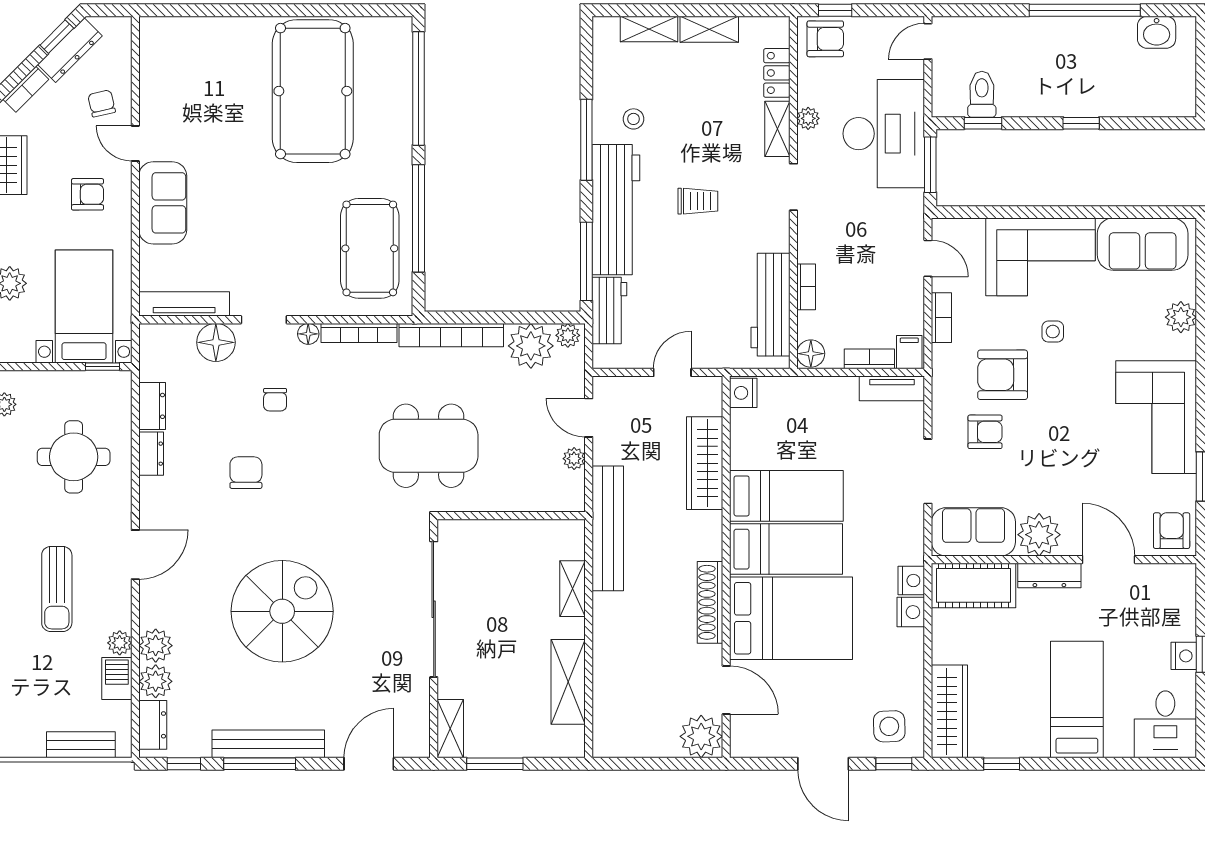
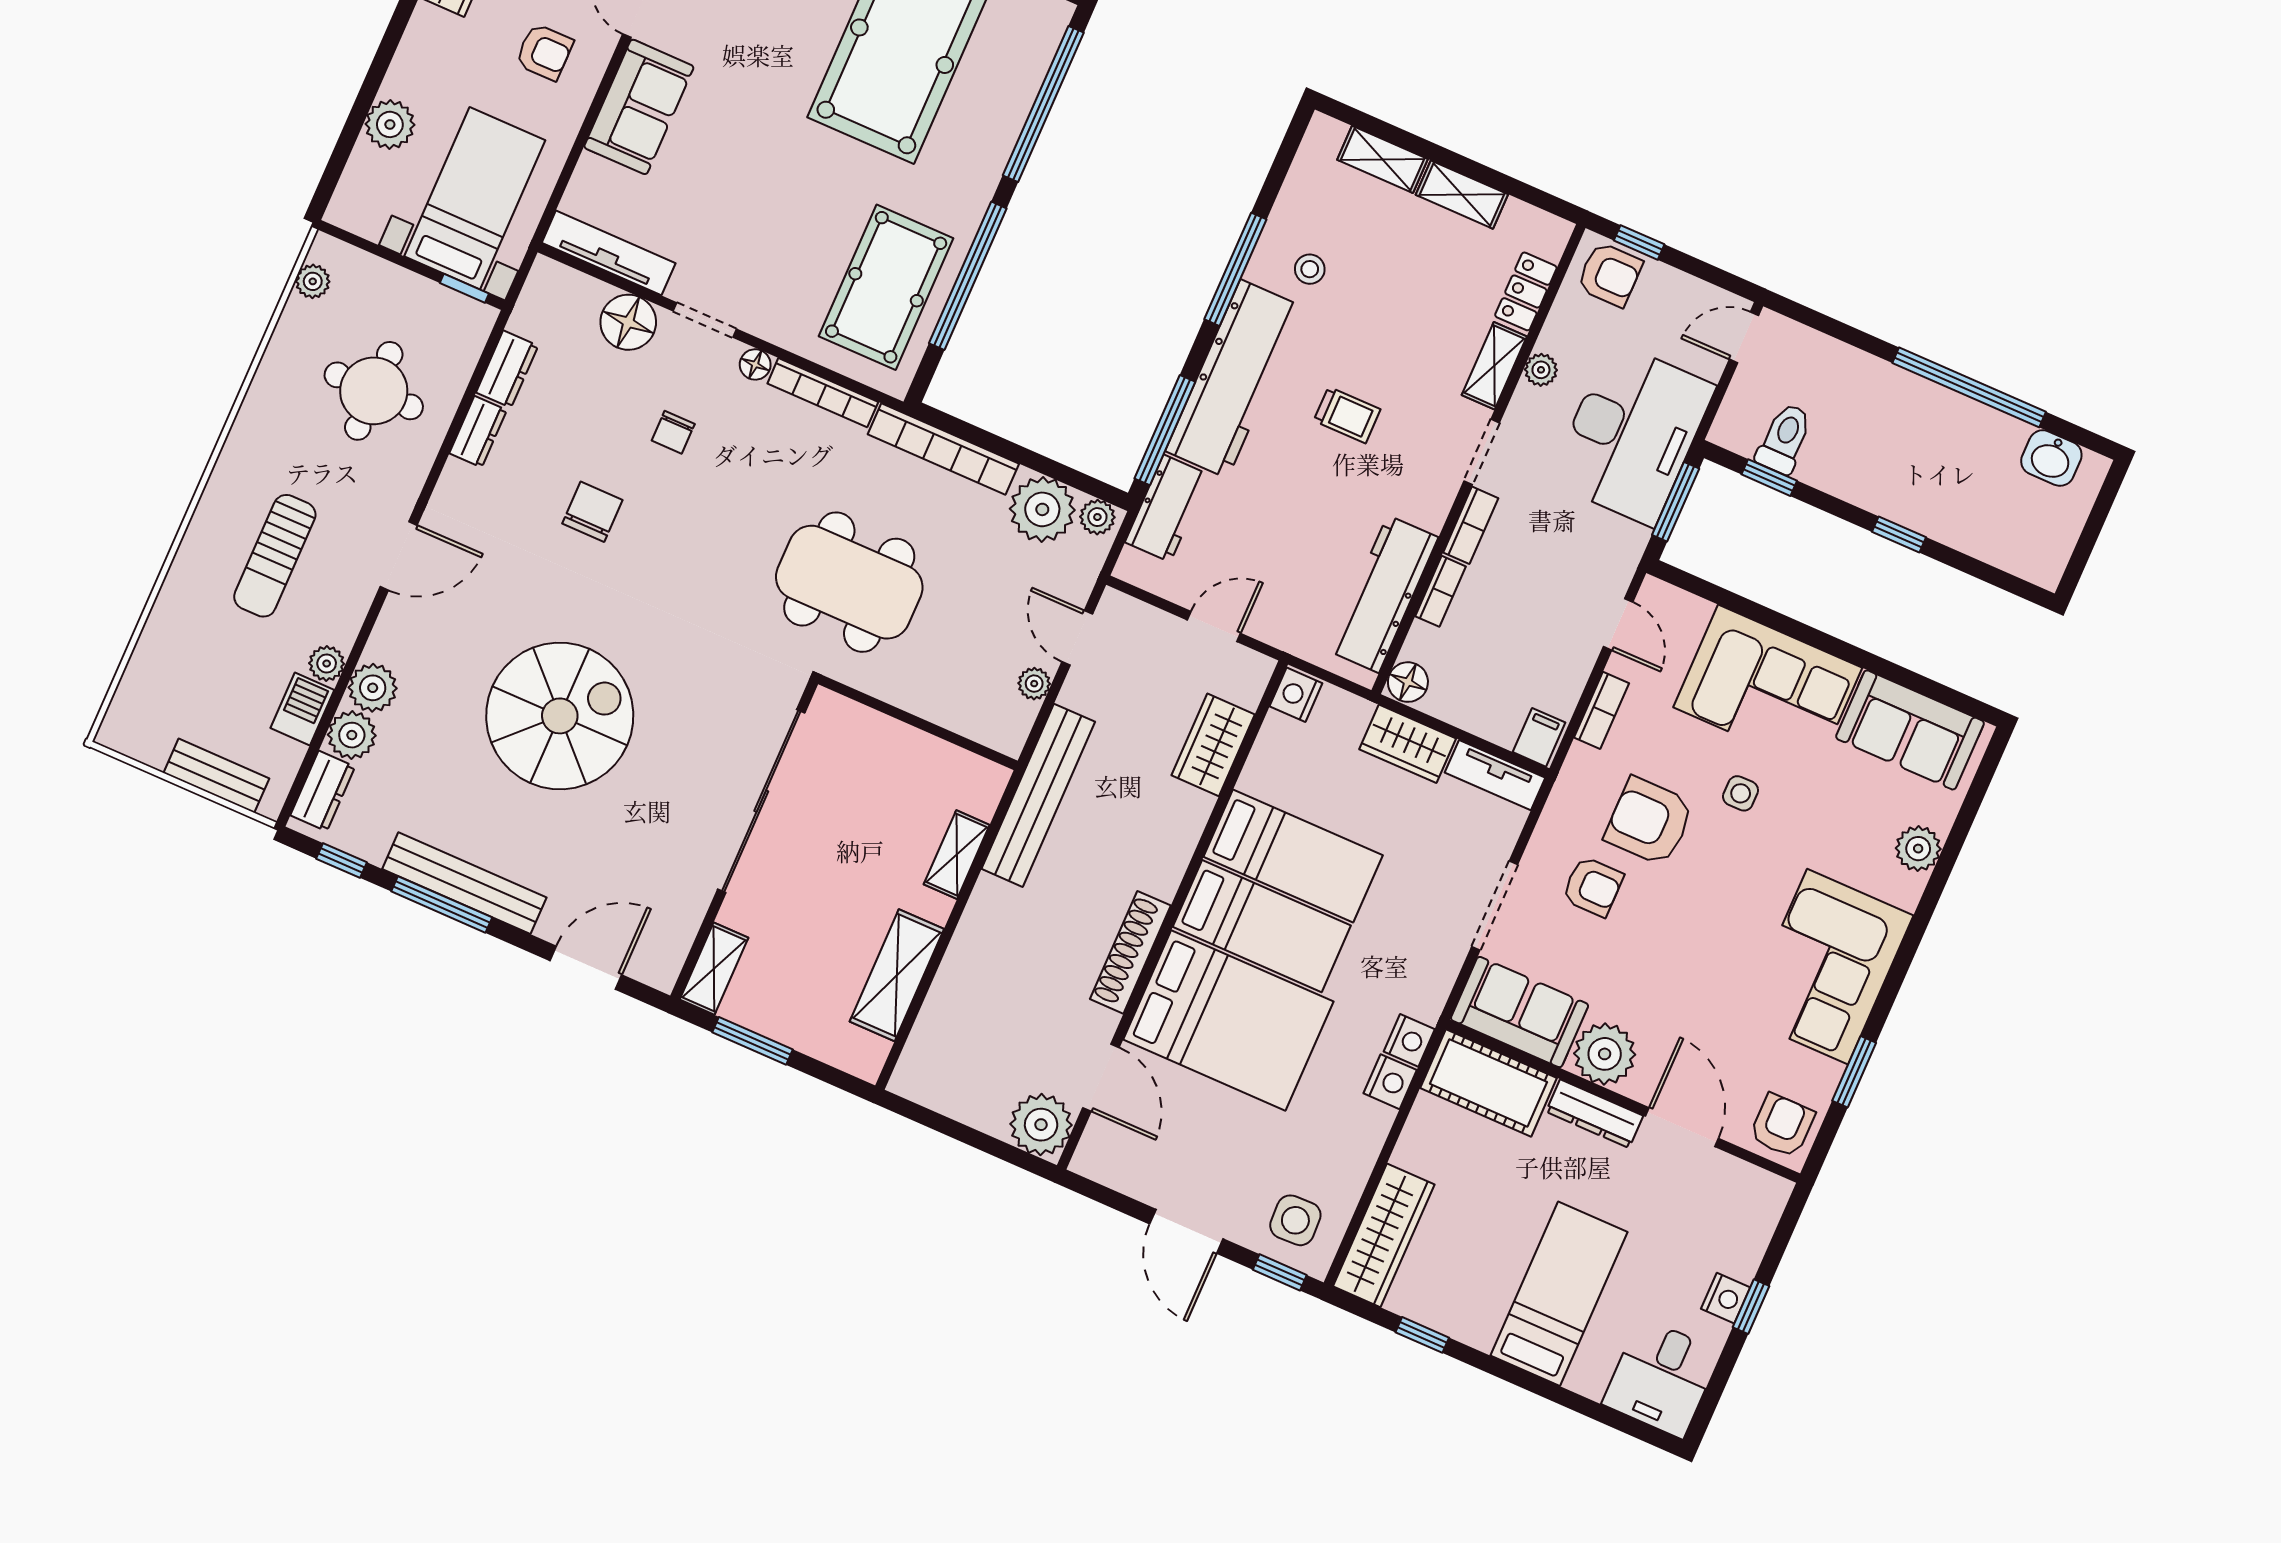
bookcase: (869, 359) -> (1471, 525), moved, turned 90
wardrobe: (828, 393) -> (1408, 744), added
wardrobe: (705, 463) -> (1213, 745), width x0.67

